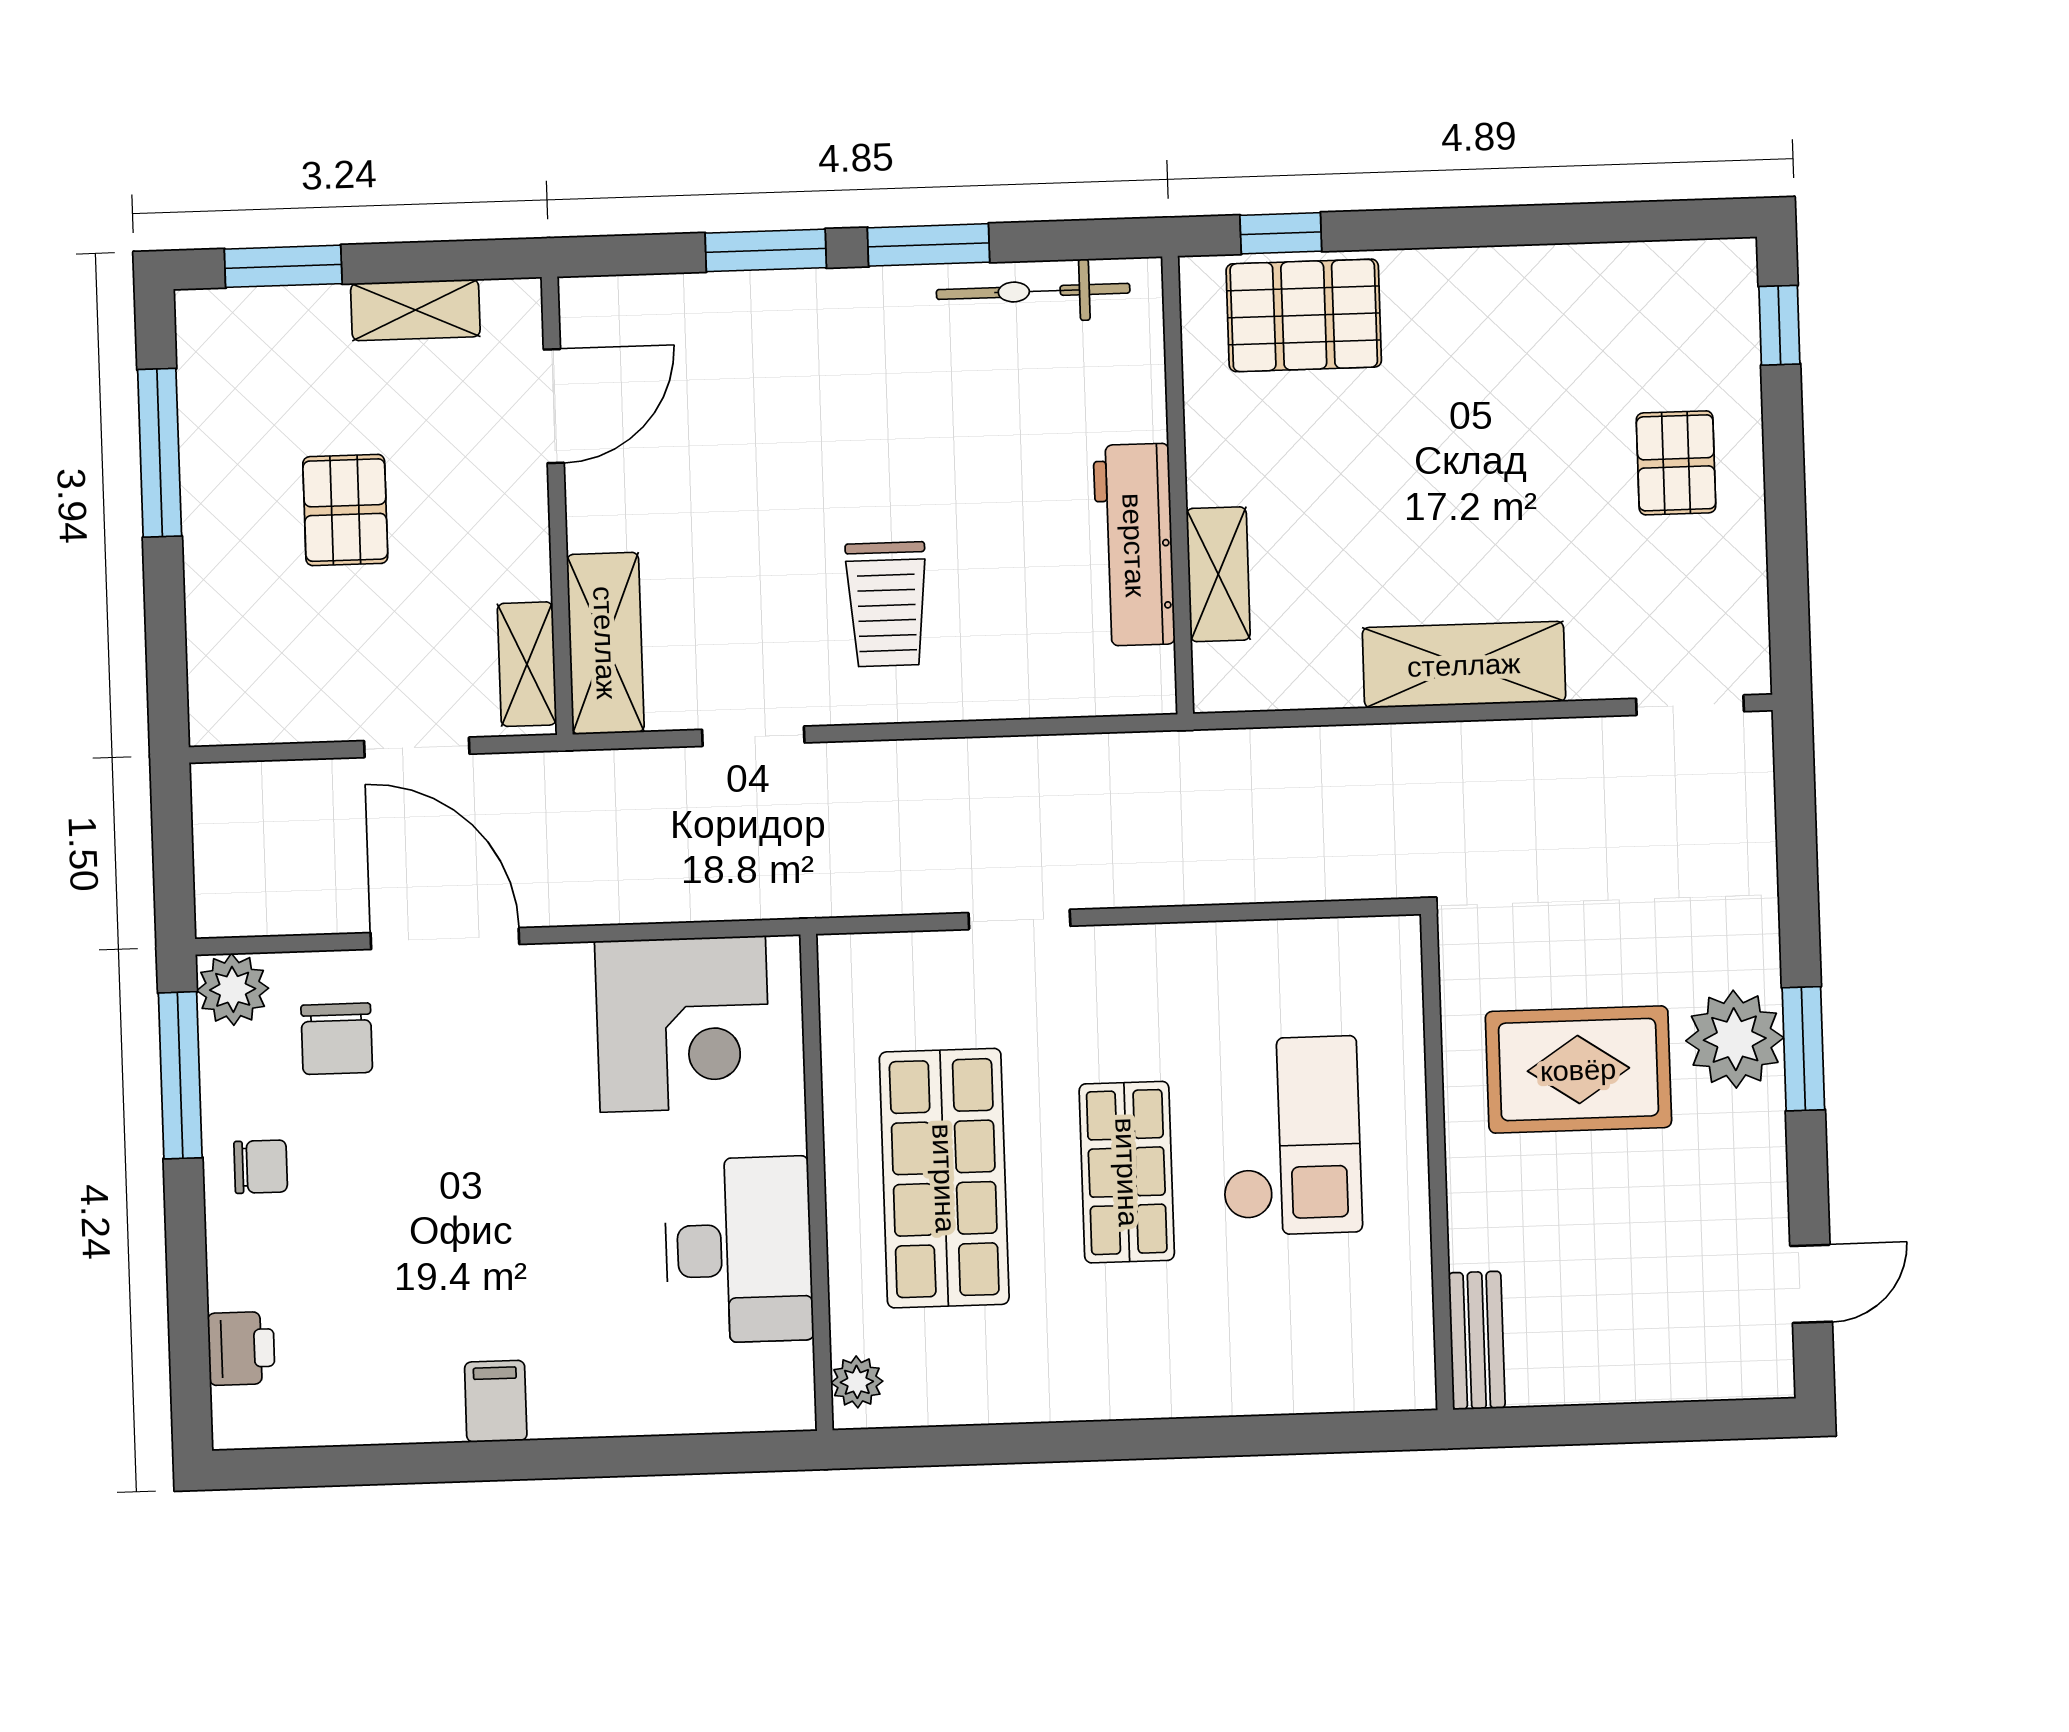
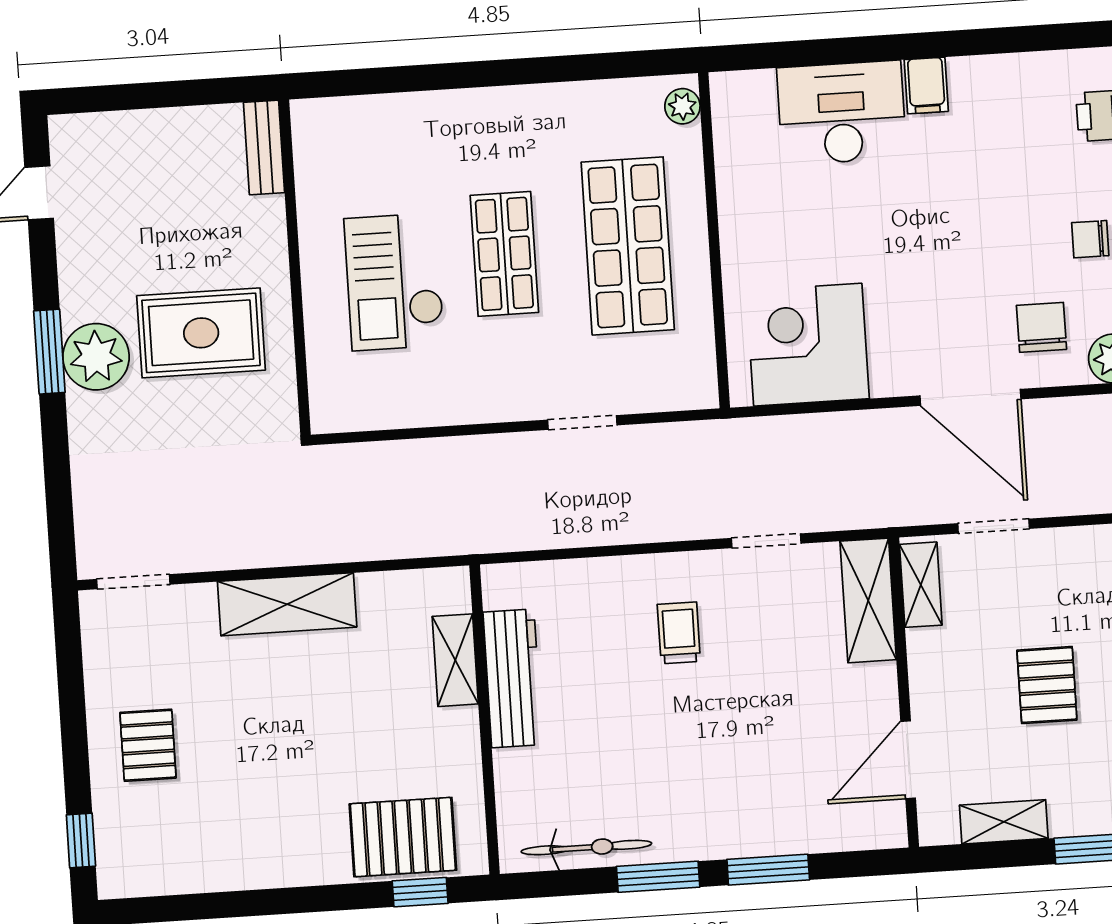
trolley: (887, 604) -> (679, 633), width x0.73, depth x0.72
desk: (739, 1250) -> (842, 113), moved, turned 90

